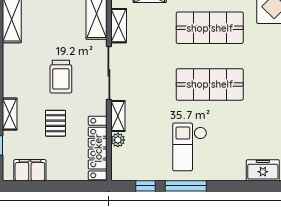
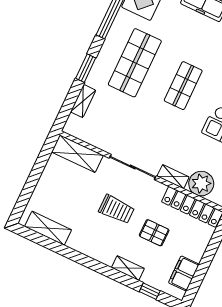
shelving: (119, 26) -> (96, 140), removed
shop shelf: (210, 84) -> (183, 86), width x0.70, depth x0.74
plant: (118, 140) -> (201, 184), width x1.88, depth x1.88

